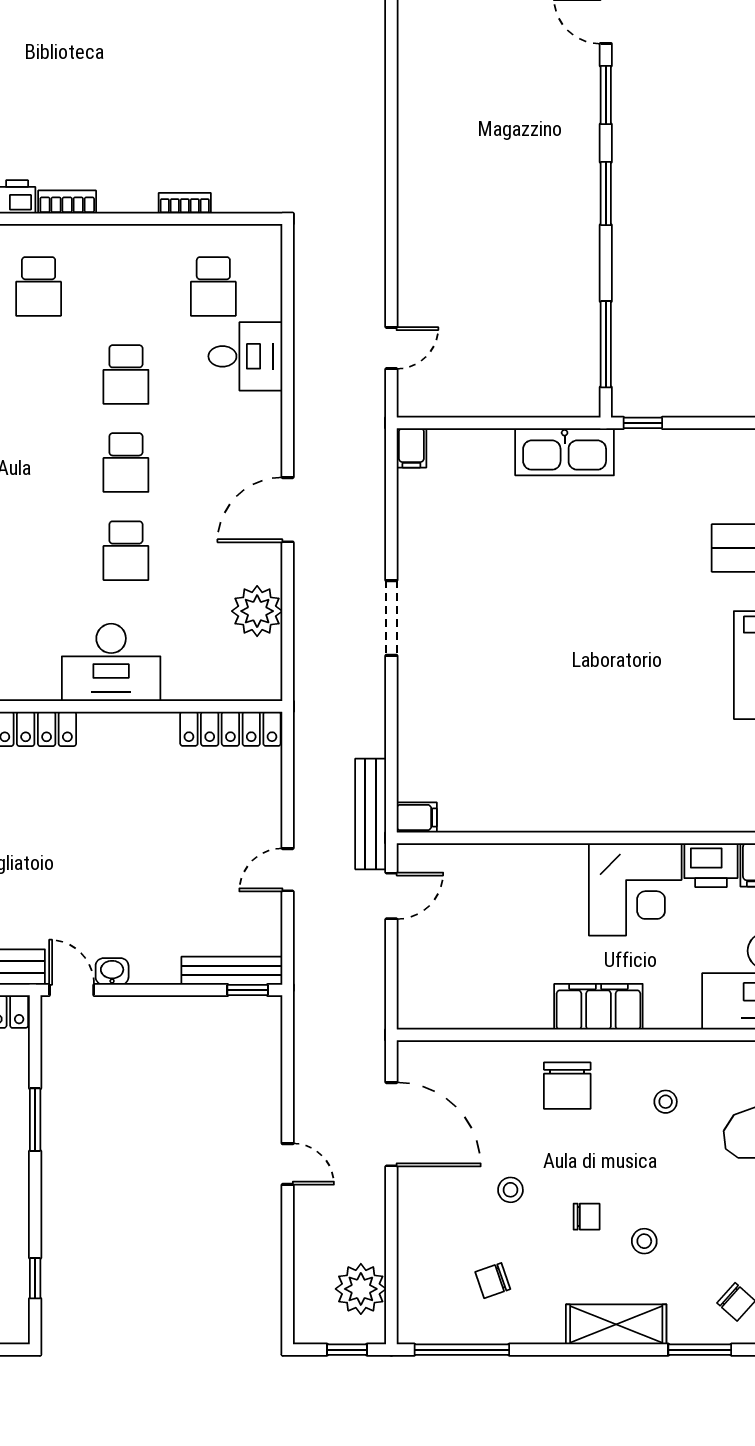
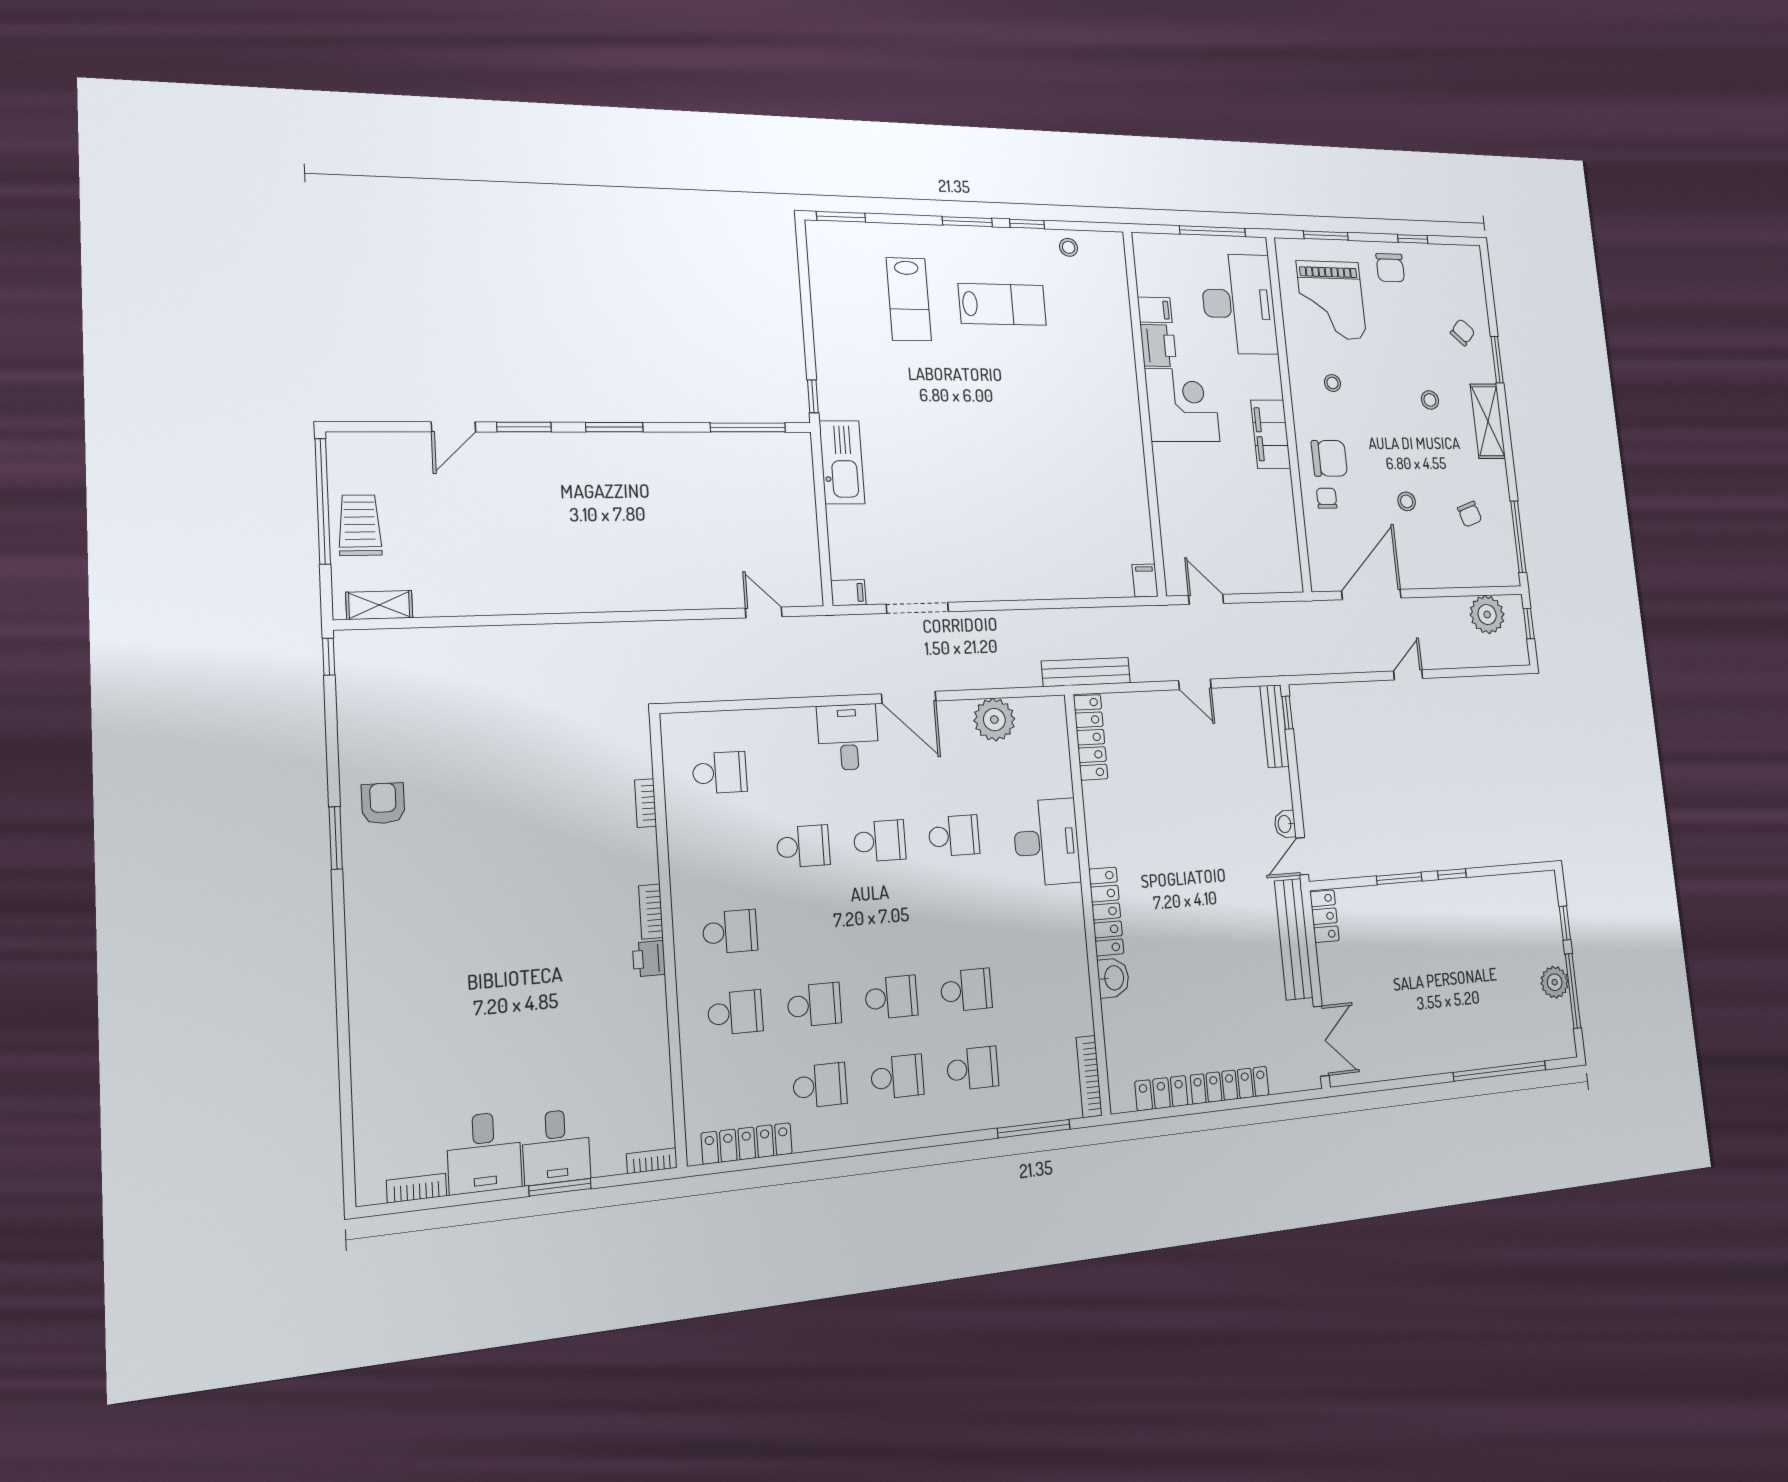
desk: (245, 356) -> (848, 737), moved
doorway: (391, 618) -> (917, 608), moved
bench: (371, 814) -> (1086, 672), moved
chair: (587, 1217) -> (1327, 498), moved
window: (35, 1278) -> (1452, 874), moved

